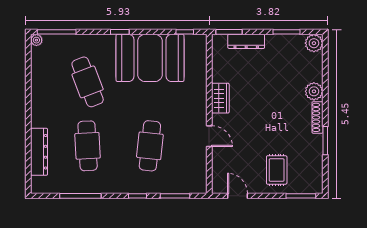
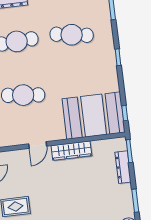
booth: (150, 58) -> (94, 116), moved, turned 90
cafe table: (88, 82) -> (72, 35), turned 30
wardrobe: (220, 98) -> (71, 151), width x1.50

